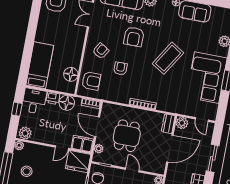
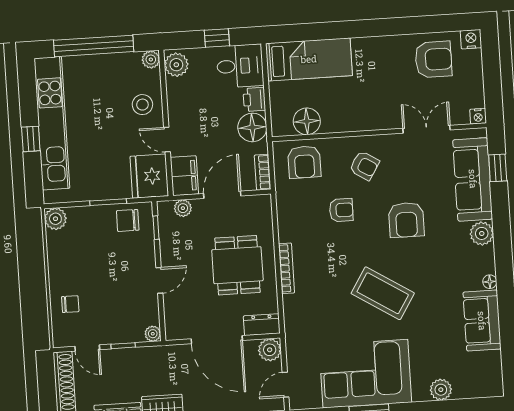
armchair: (134, 37) -> (406, 220), turned -90
dining table: (127, 136) -> (237, 265), moved, turned 90
stool: (27, 171) -> (142, 105), moved

